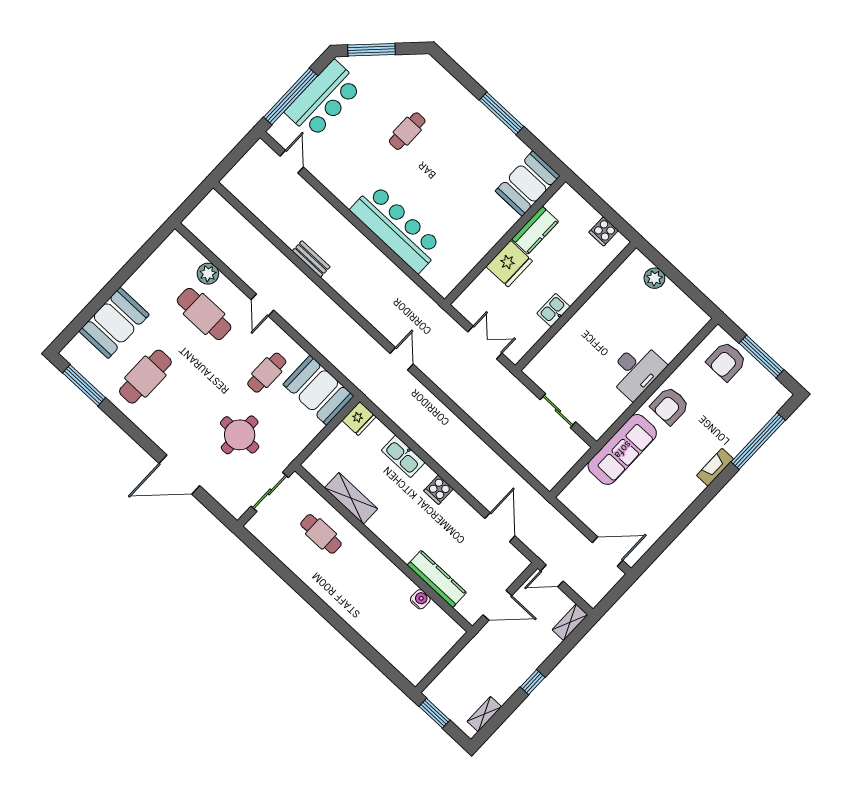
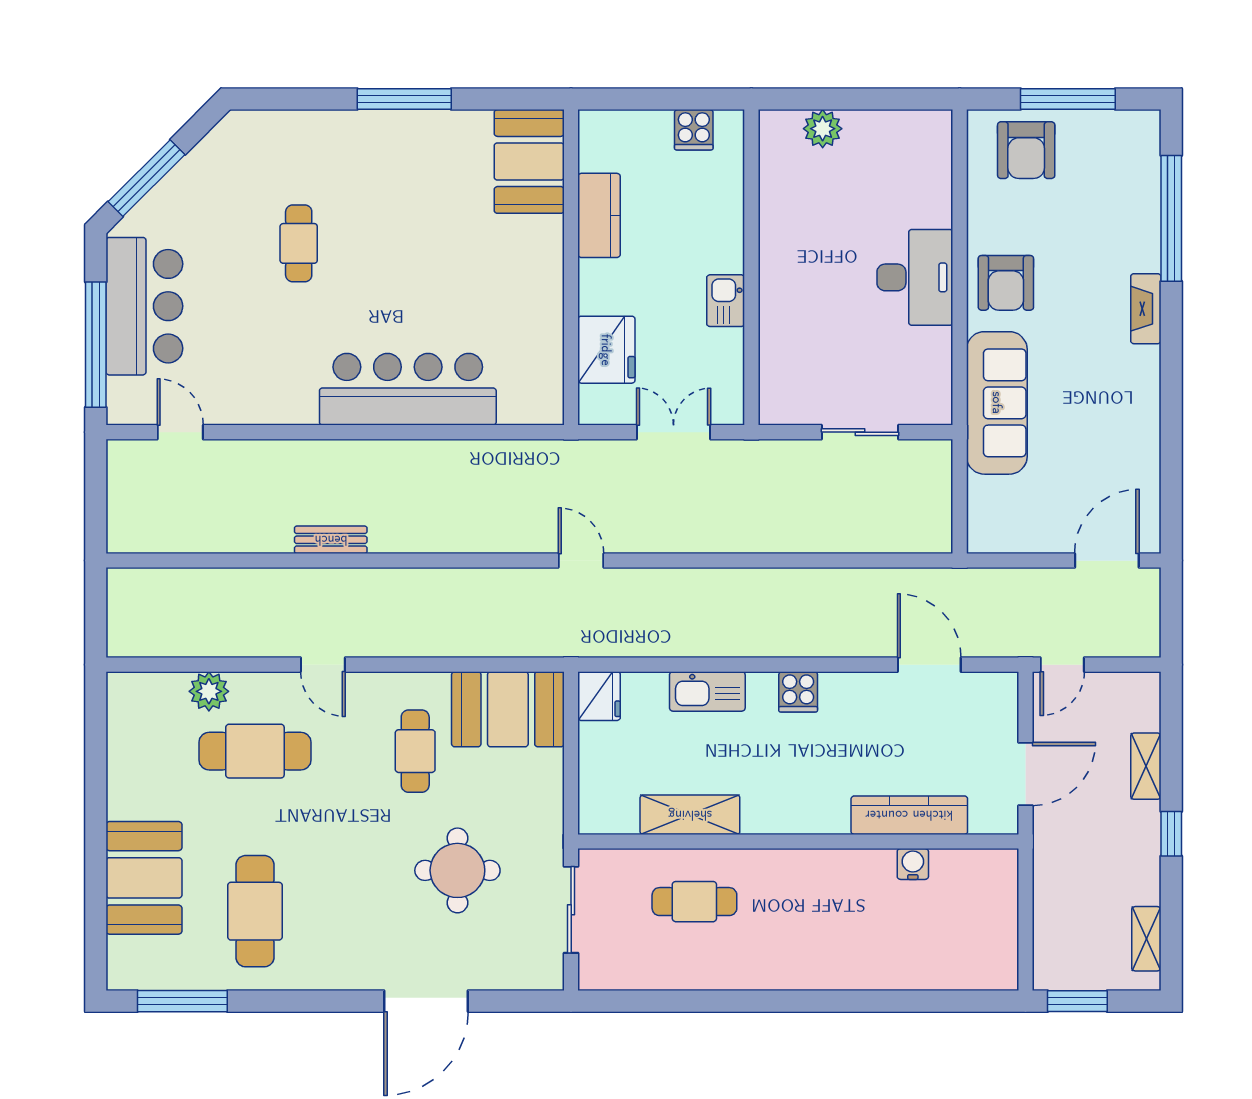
fridge: (509, 264) -> (606, 350), moved
shelving: (570, 622) -> (1146, 766), moved

